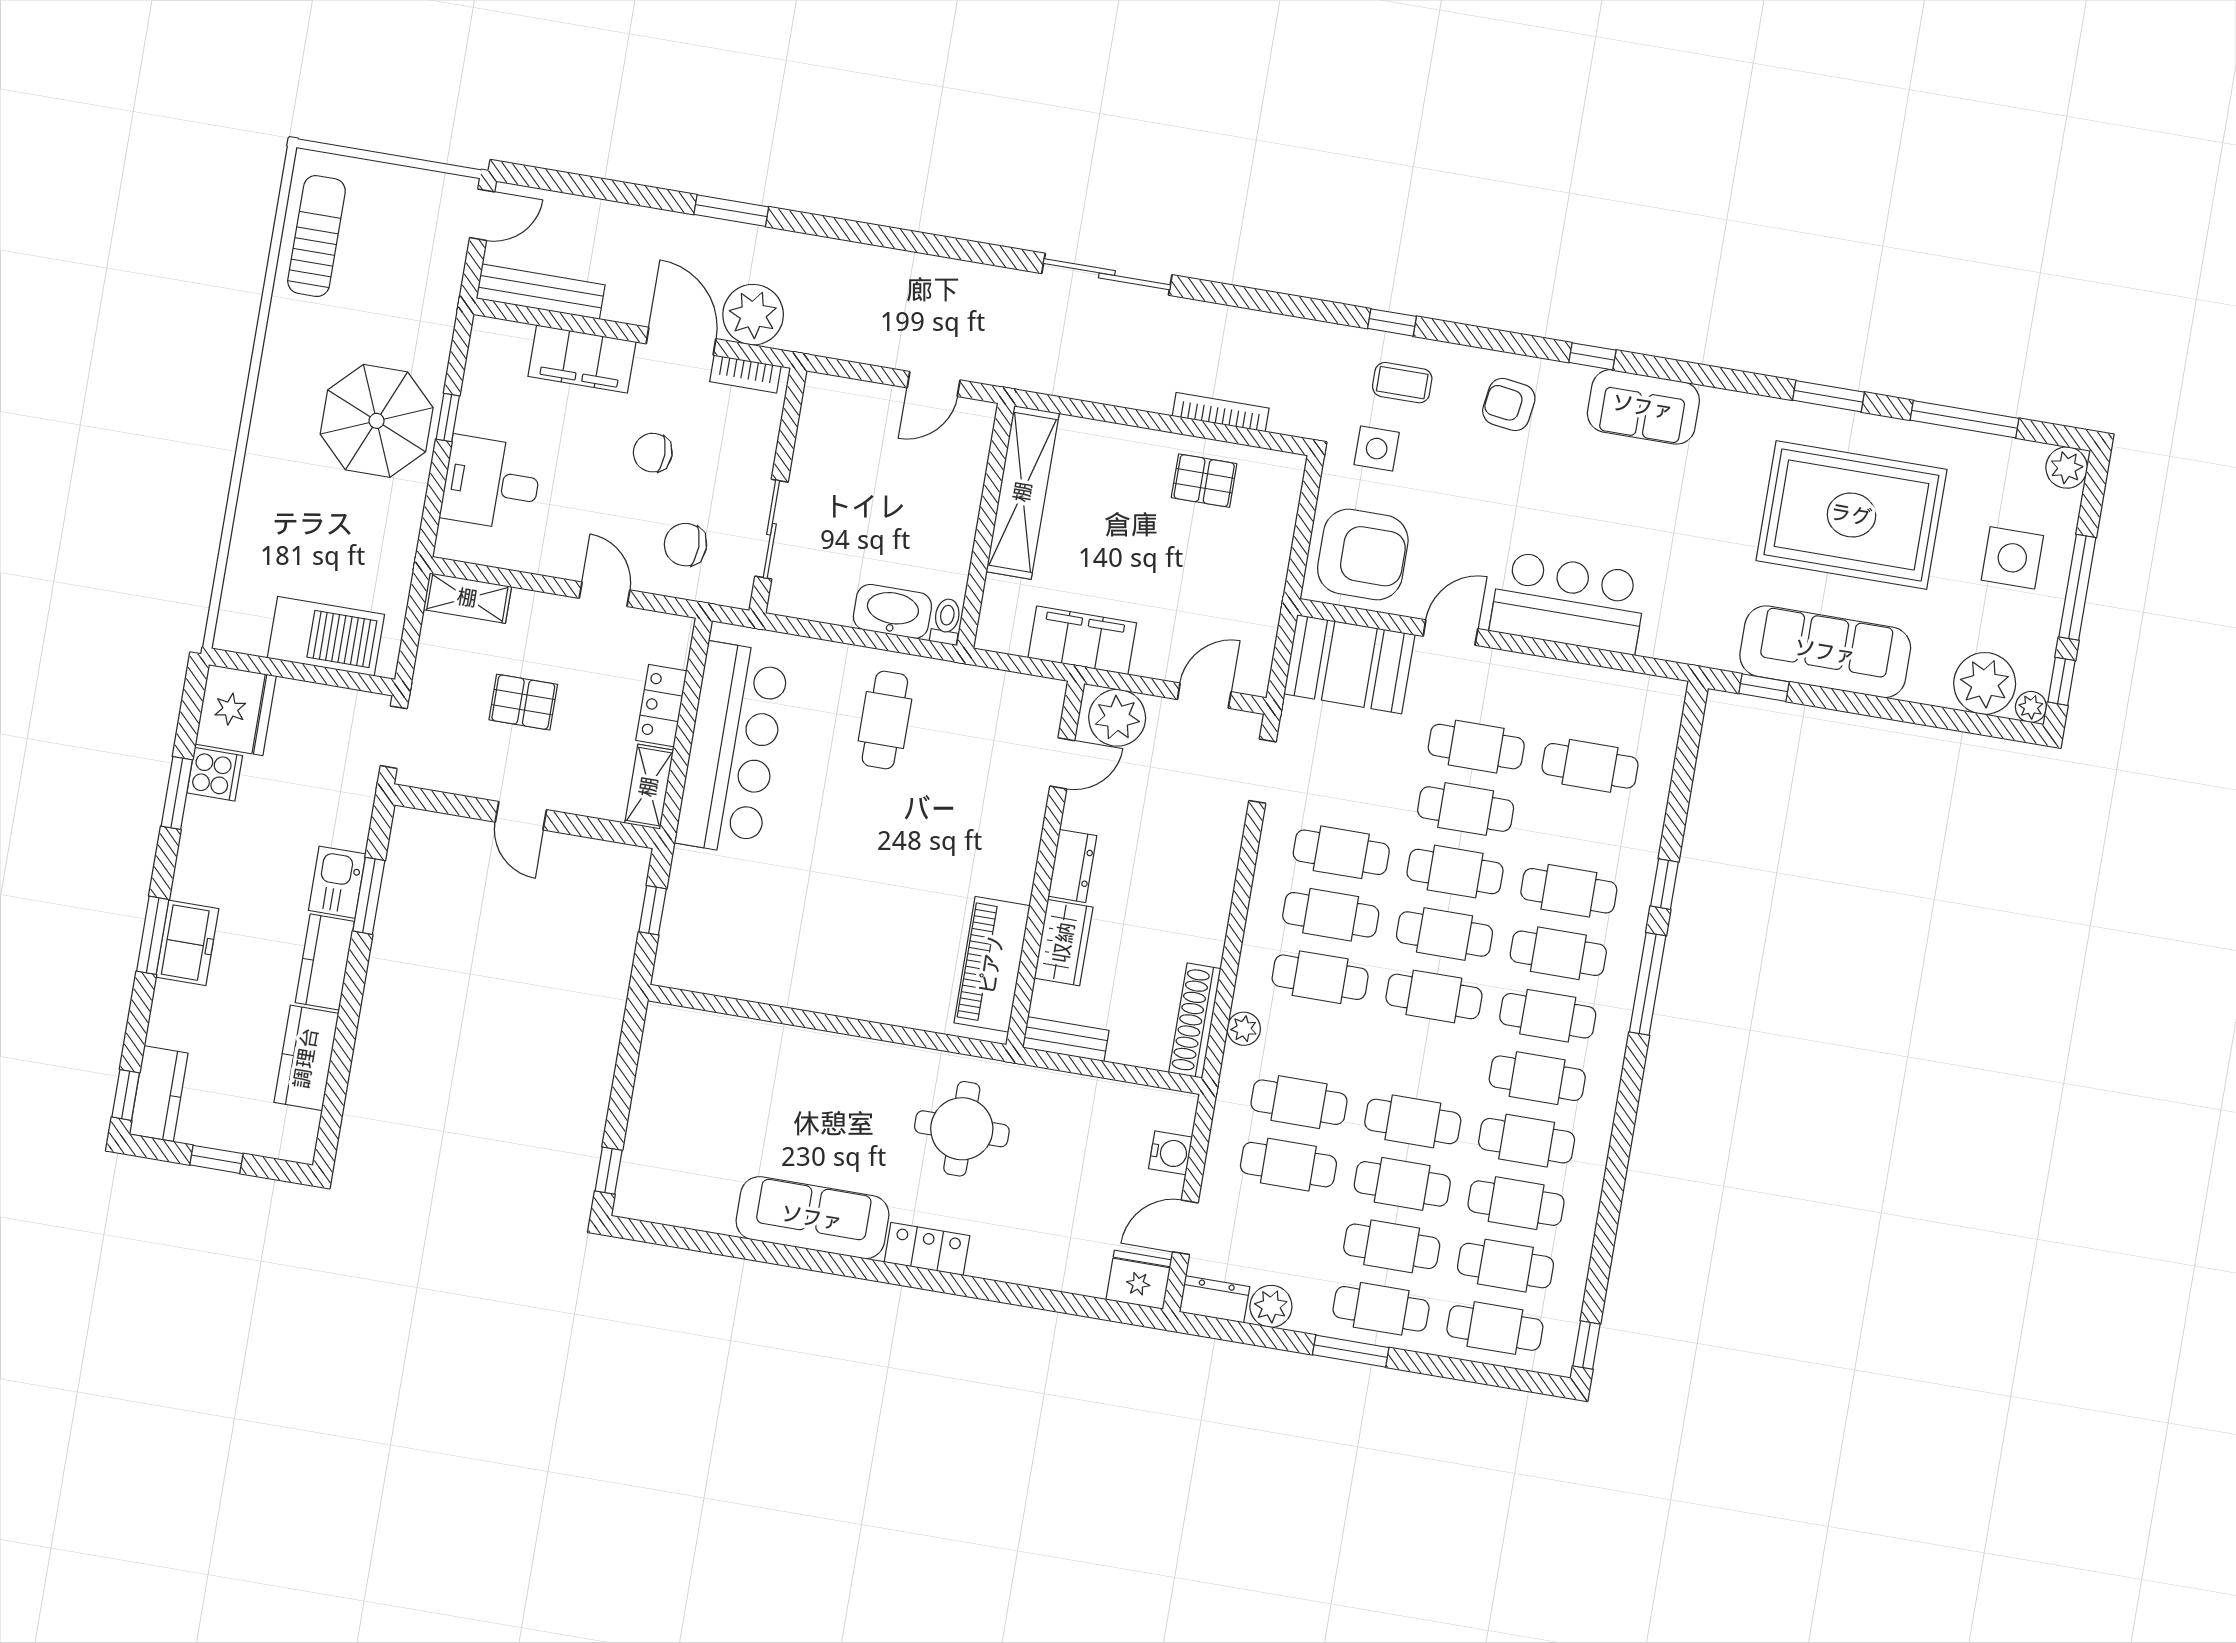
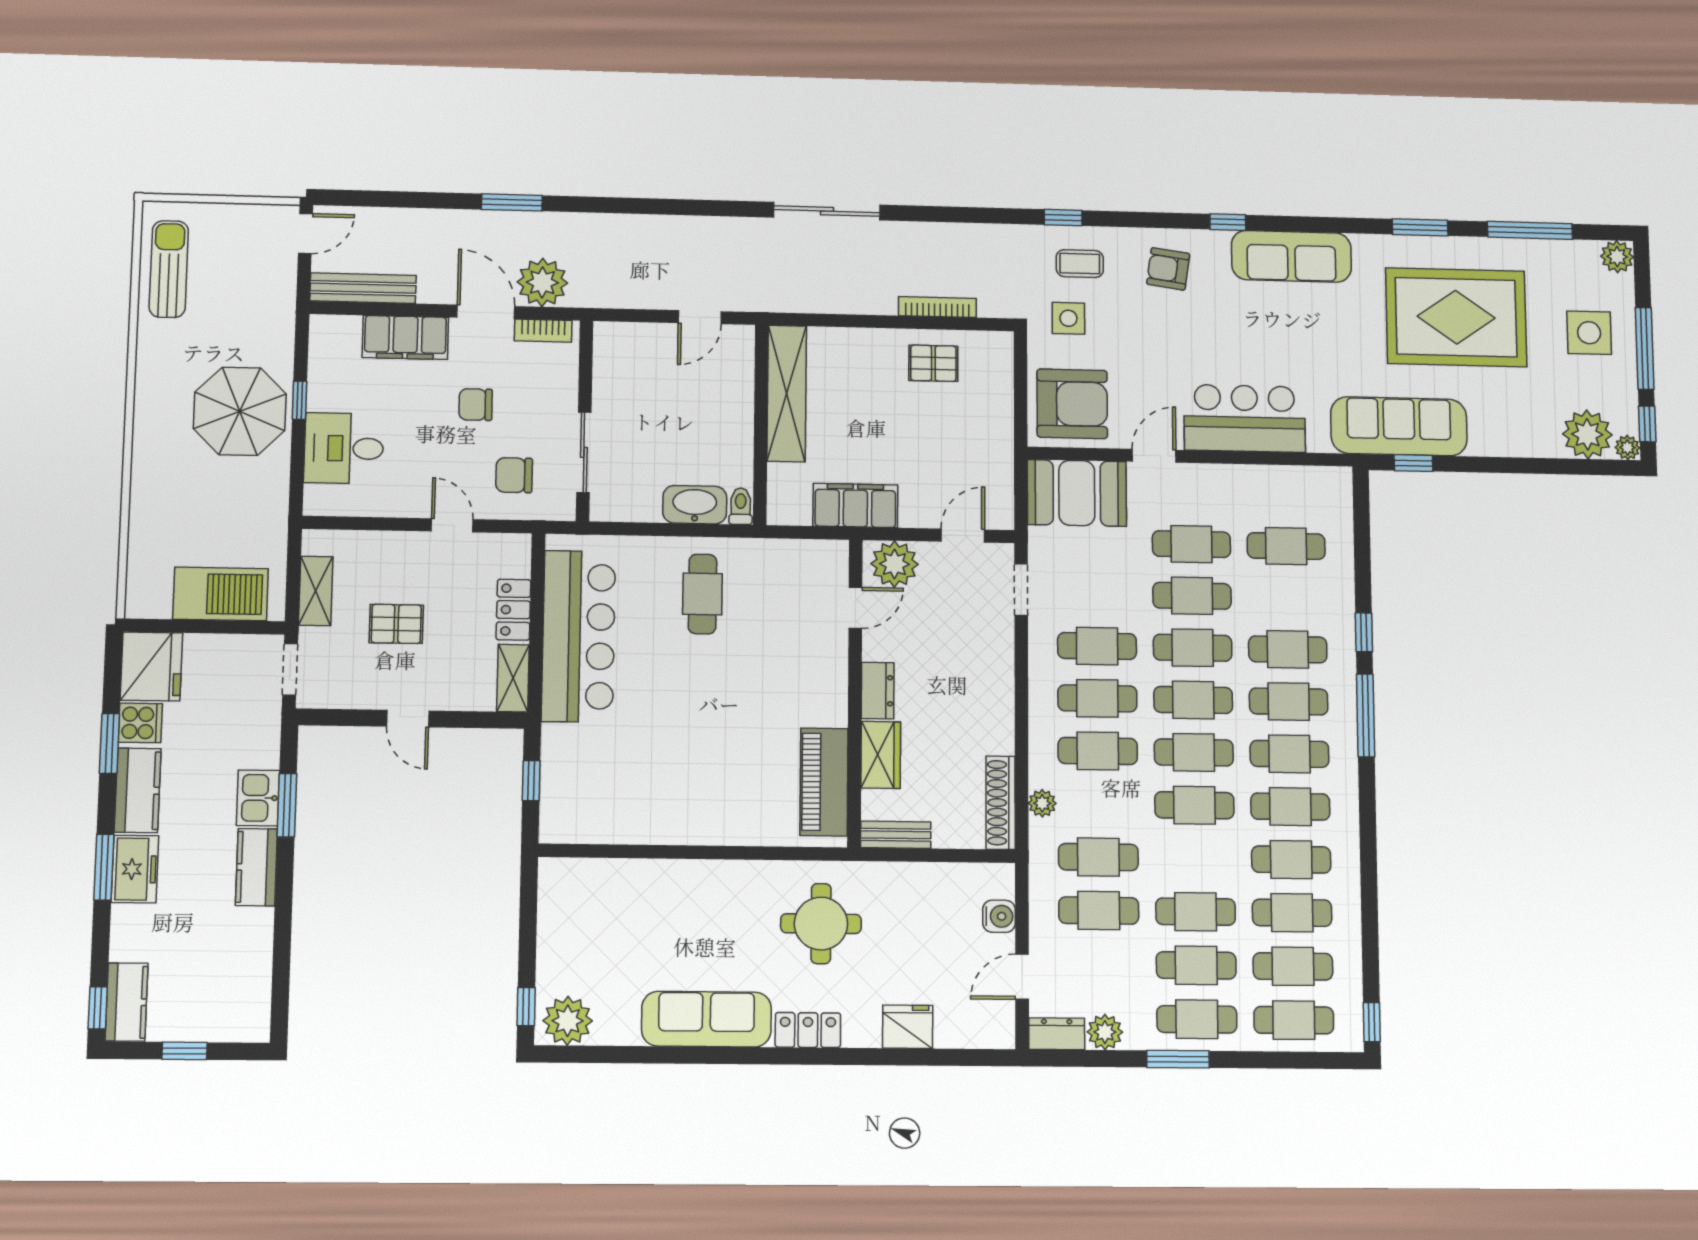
sofa: (1643, 407) -> (1291, 256), width x1.36
shelving: (467, 598) -> (316, 591), moved, turned 90
sofa: (1825, 652) -> (1399, 426), moved
kitchen counter: (306, 1058) -> (138, 790), moved, turned 180
cafe table: (1413, 1121) -> (1194, 805), moved
plant: (653, 1194) -> (568, 1021), added
fridge: (1139, 1280) -> (908, 1027), moved

